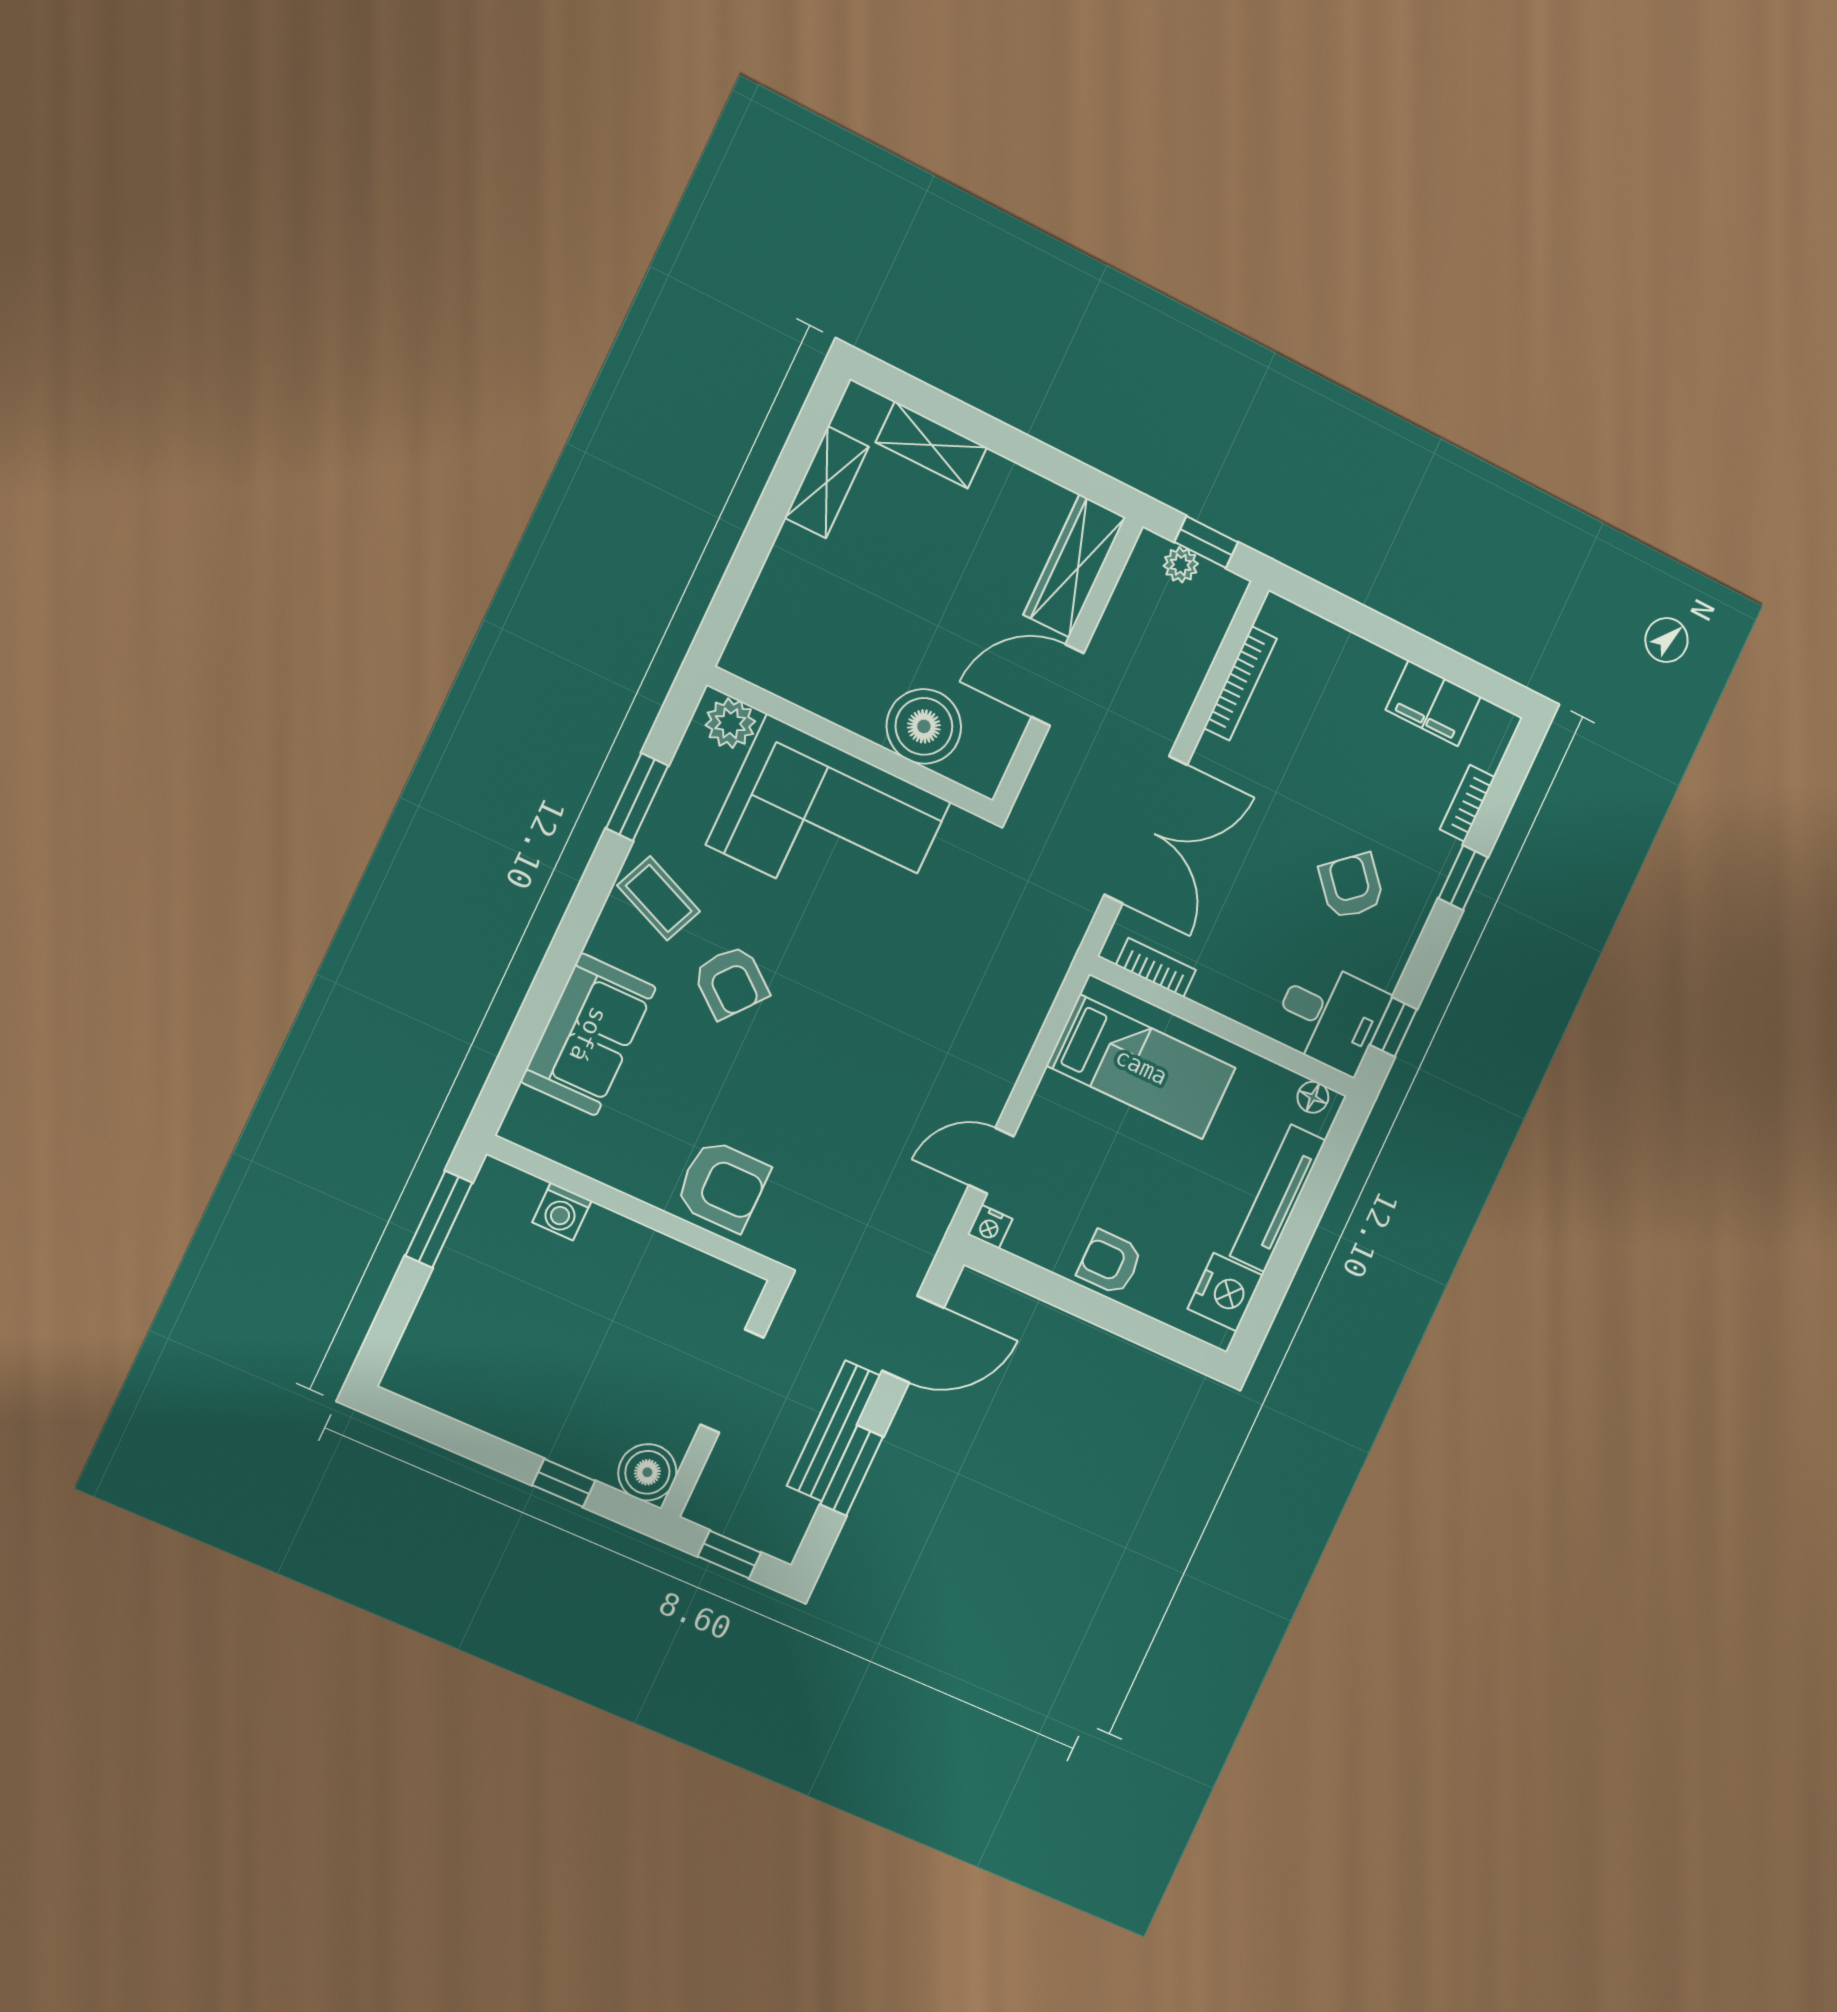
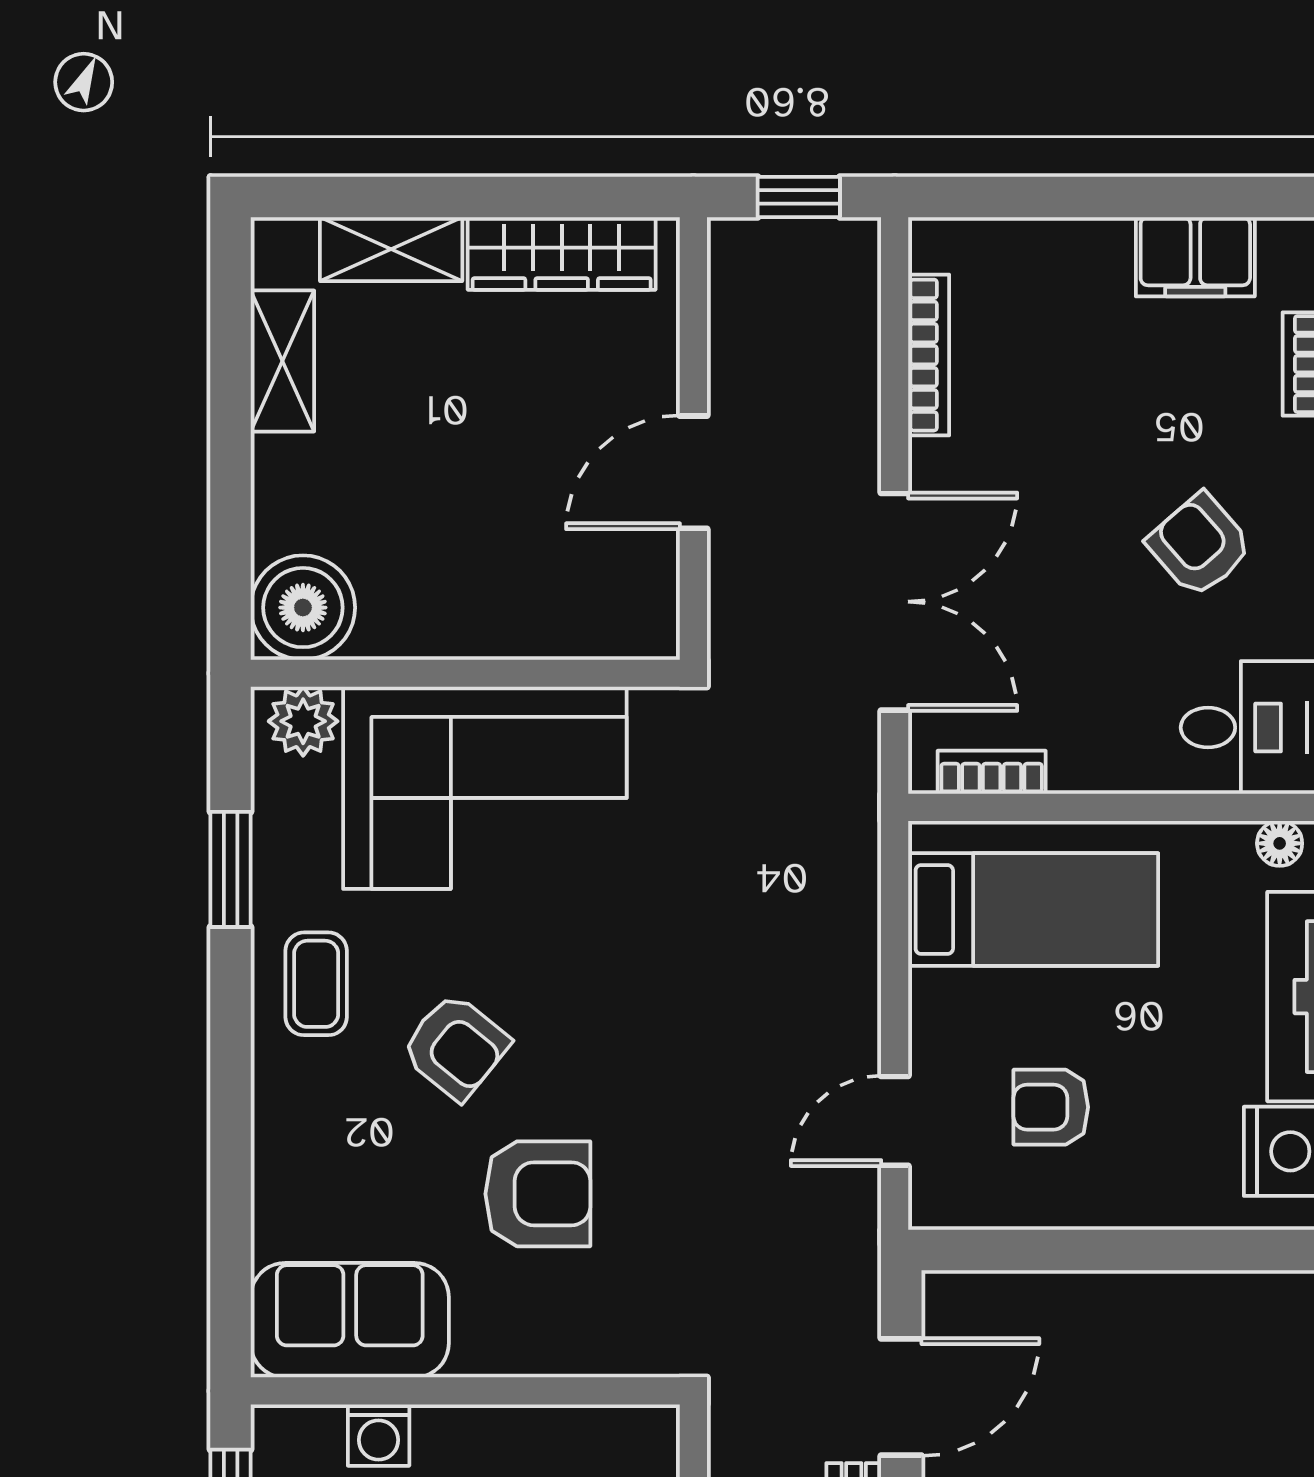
plant: (1181, 565) -> (779, 242), removed
wardrobe: (1074, 566) -> (562, 253), moved, turned -90
boiler: (924, 726) -> (303, 608), moved
coffee table: (659, 898) -> (316, 984), turned 67
sofa: (588, 1034) -> (350, 1320), moved, turned -90
armchair: (722, 1185) -> (538, 1194), moved
nightstand: (990, 1227) -> (933, 1206), removed
armchair: (1110, 1262) -> (1051, 1107), moved

